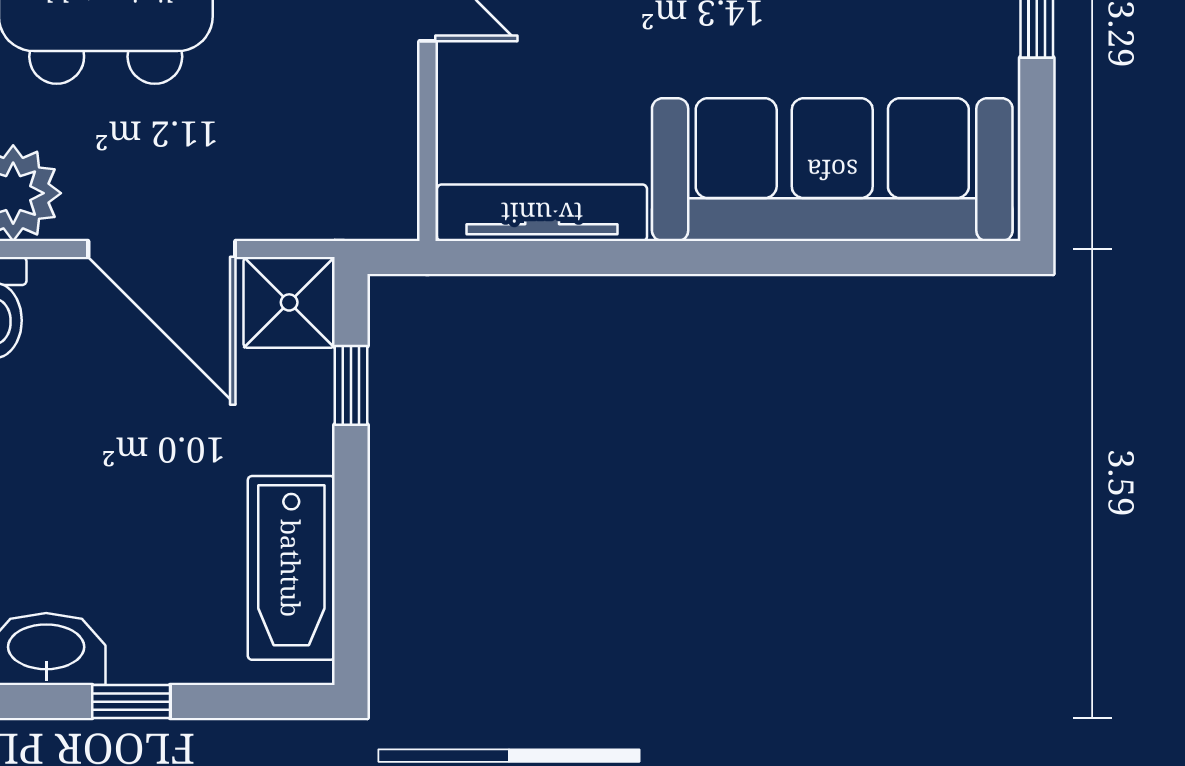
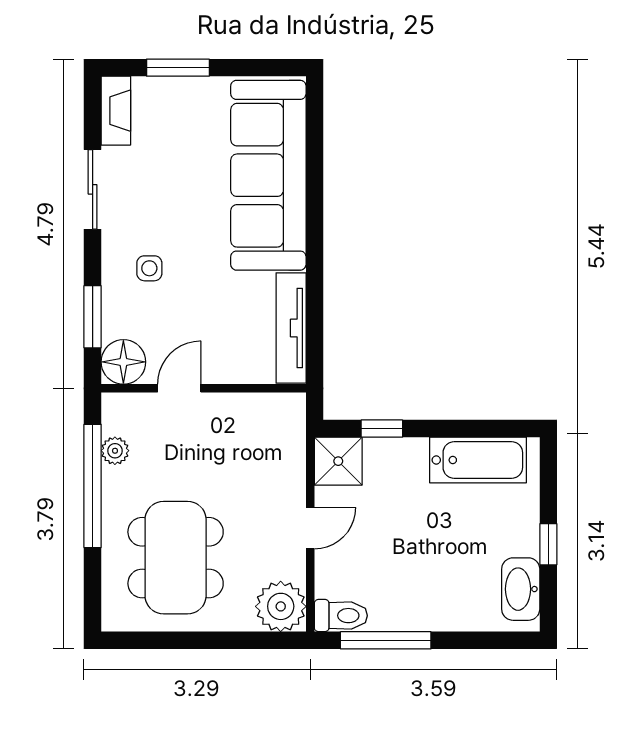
door: (162, 249) -> (310, 528), width x0.53

